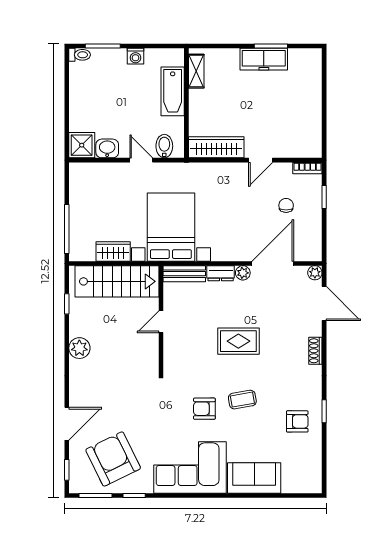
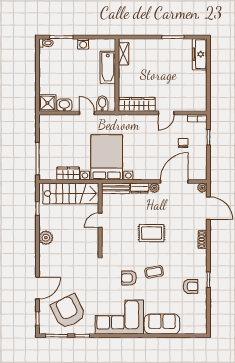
freezer: (264, 59) -> (200, 54), moved, turned 90

